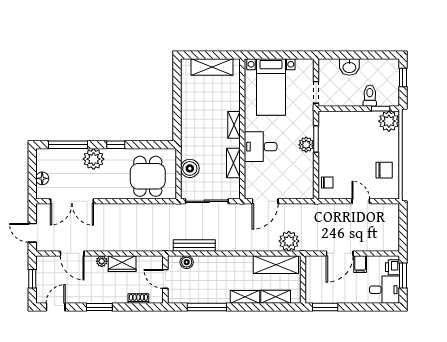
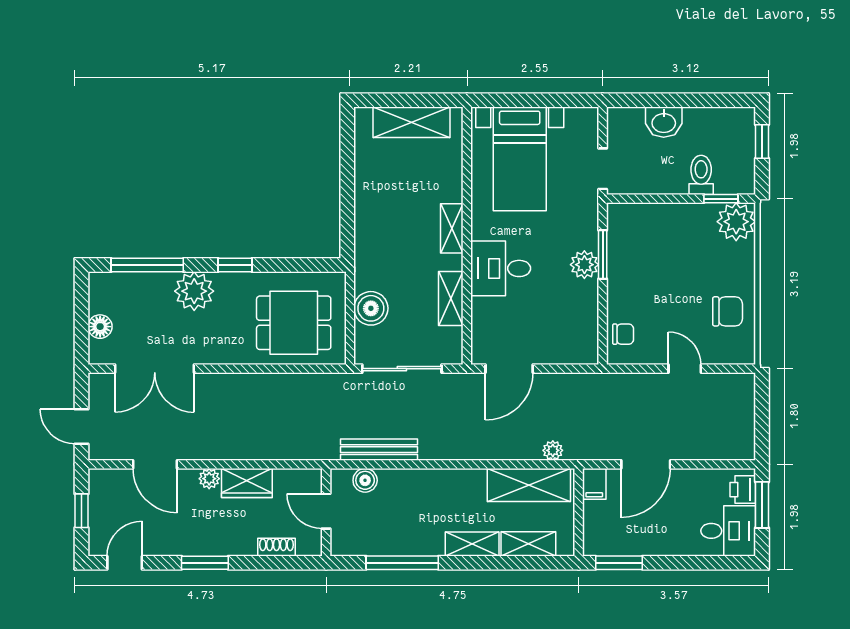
dining table: (148, 176) -> (294, 323), turned 90
plant: (289, 241) -> (553, 450), width x0.53, depth x0.53
filing cabinet: (360, 264) -> (594, 484), moved

